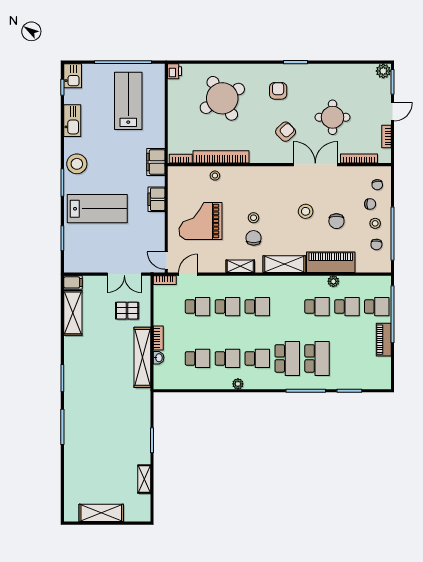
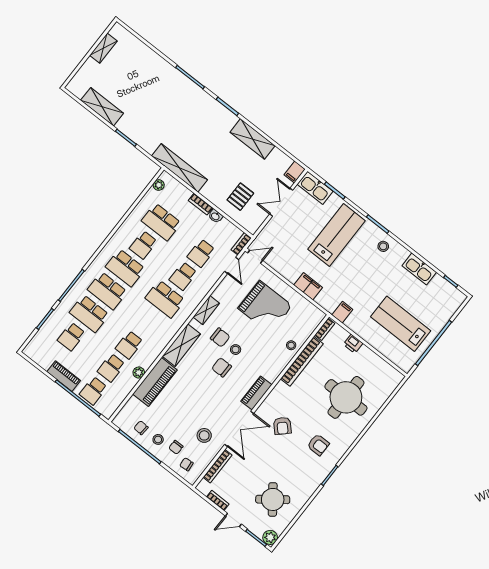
printer: (175, 71) -> (353, 344), moved
kitchen sink: (73, 76) -> (315, 188), moved, width x1.38
round table: (222, 98) -> (346, 397), turned 30
lab bench: (128, 101) -> (401, 324), turned 180
door: (392, 112) -> (233, 520), hinge flipped
round table: (333, 117) -> (273, 499), moved, turned -37
filing cabinet: (156, 162) -> (342, 312), width x0.50
stool: (77, 164) -> (383, 246), width x0.53, depth x0.53
piano: (275, 173) -> (256, 393), added
lab bench: (97, 209) -> (337, 235), turned 180
stool: (306, 211) -> (204, 435), moved
grand piano: (201, 221) -> (265, 307), turned 90
chair: (336, 221) -> (222, 367), moved
double door: (124, 274) -> (281, 202), moved
school desk: (257, 307) -> (165, 299), width x1.85
shelving: (73, 313) -> (253, 139), moved
shelving: (142, 357) -> (180, 168), moved
washbasin: (159, 358) -> (215, 216), moved
school desk: (198, 358) -> (161, 222), width x1.85
school desk: (257, 358) -> (125, 268), width x1.85
school desk: (347, 358) -> (71, 337), added
plant: (238, 384) -> (159, 185), moved
shelving: (144, 479) -> (102, 107), width x1.50, depth x1.33
shelving: (101, 513) -> (103, 48), width x0.67, depth x0.75

